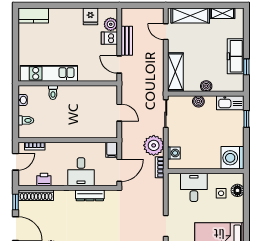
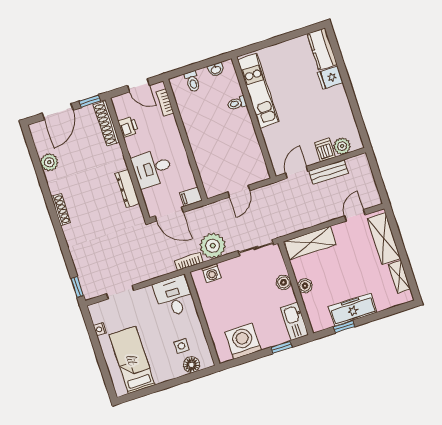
fridge: (90, 16) -> (330, 78), moved
washing machine: (232, 158) -> (243, 341), moved
desk: (194, 187) -> (174, 296), moved, turned -90

